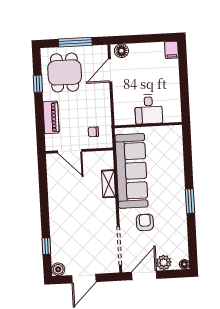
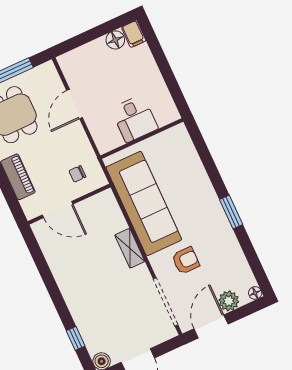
floor lamp: (121, 51) -> (115, 40), moved
door: (110, 70) -> (75, 104), moved
shelving: (109, 184) -> (130, 248), moved
armchair: (145, 222) -> (186, 260), turned 90

